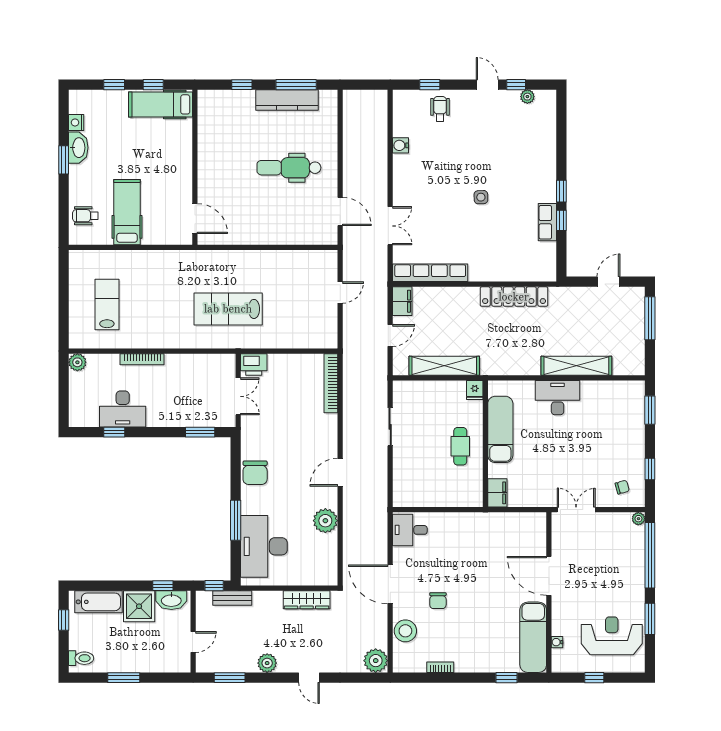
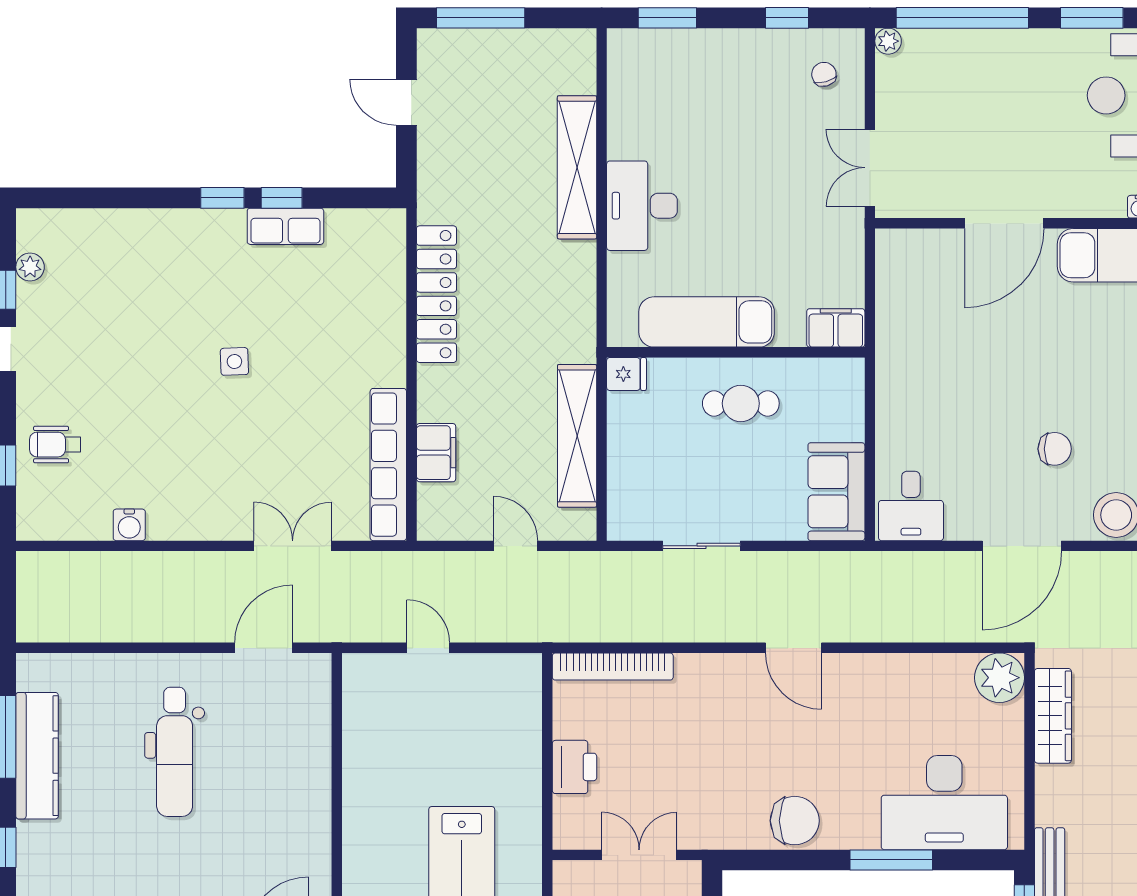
filing cabinet: (402, 301) -> (436, 453), moved, turned 90
printer: (254, 364) -> (574, 767), moved
sofa: (417, 493) -> (836, 492), added
plant: (325, 521) -> (1000, 678), moved

